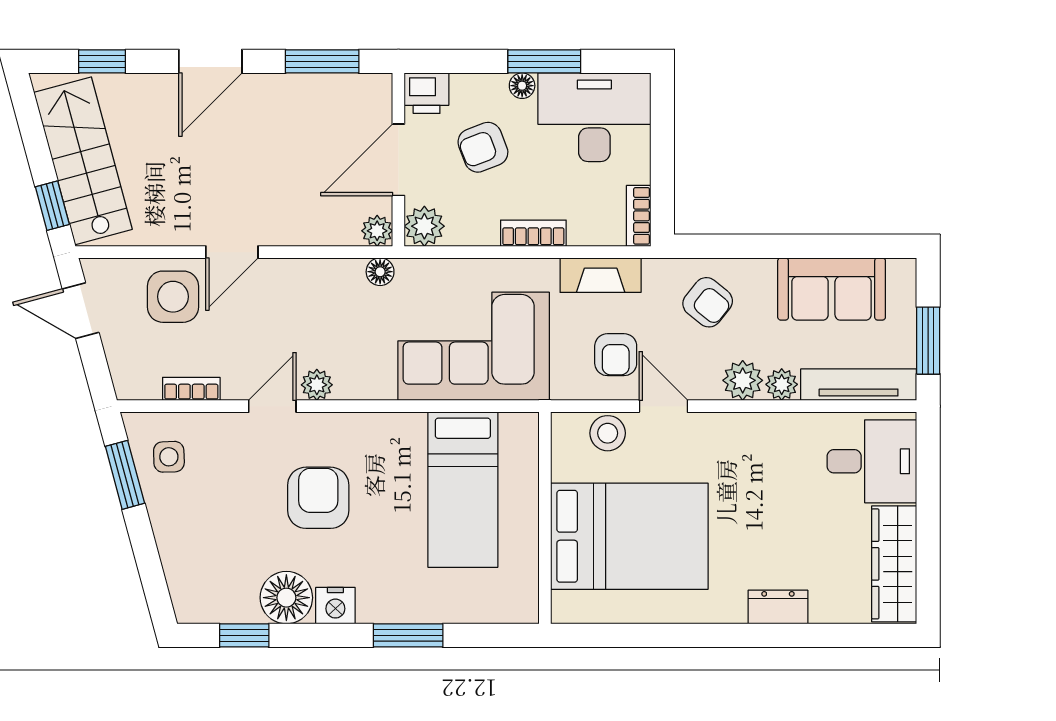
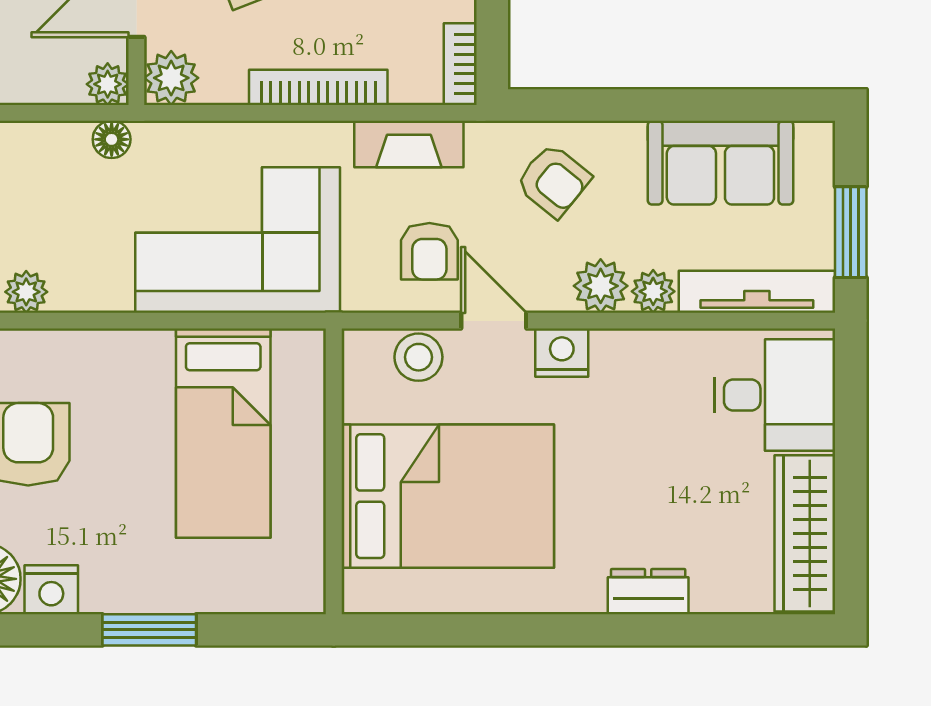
bookcase: (533, 233) -> (318, 87), width x1.56
nightstand: (714, 430) -> (562, 353), added

